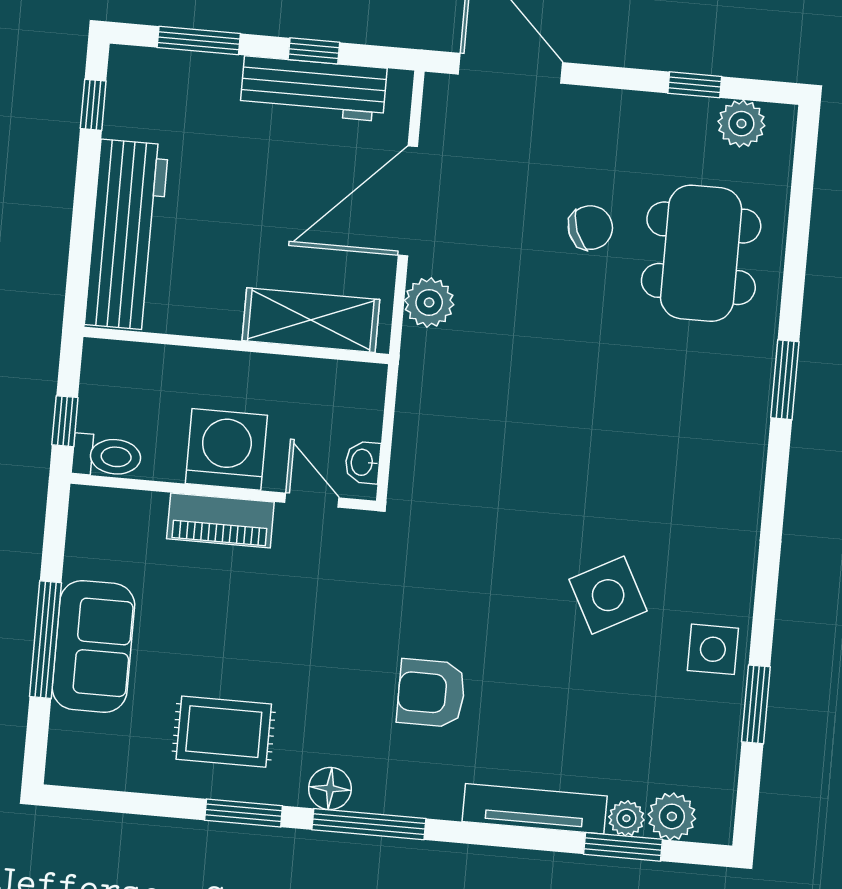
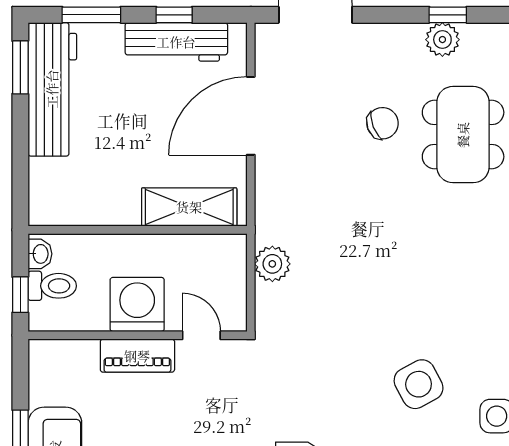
window: (93, 105) -> (20, 67), width x1.50
plant: (741, 124) -> (442, 40), moved
workbench: (127, 235) -> (52, 89), moved
plant: (429, 302) -> (272, 264), moved
toilet: (107, 456) -> (52, 286), moved
washbasin: (363, 462) -> (40, 254), moved, turned 180

